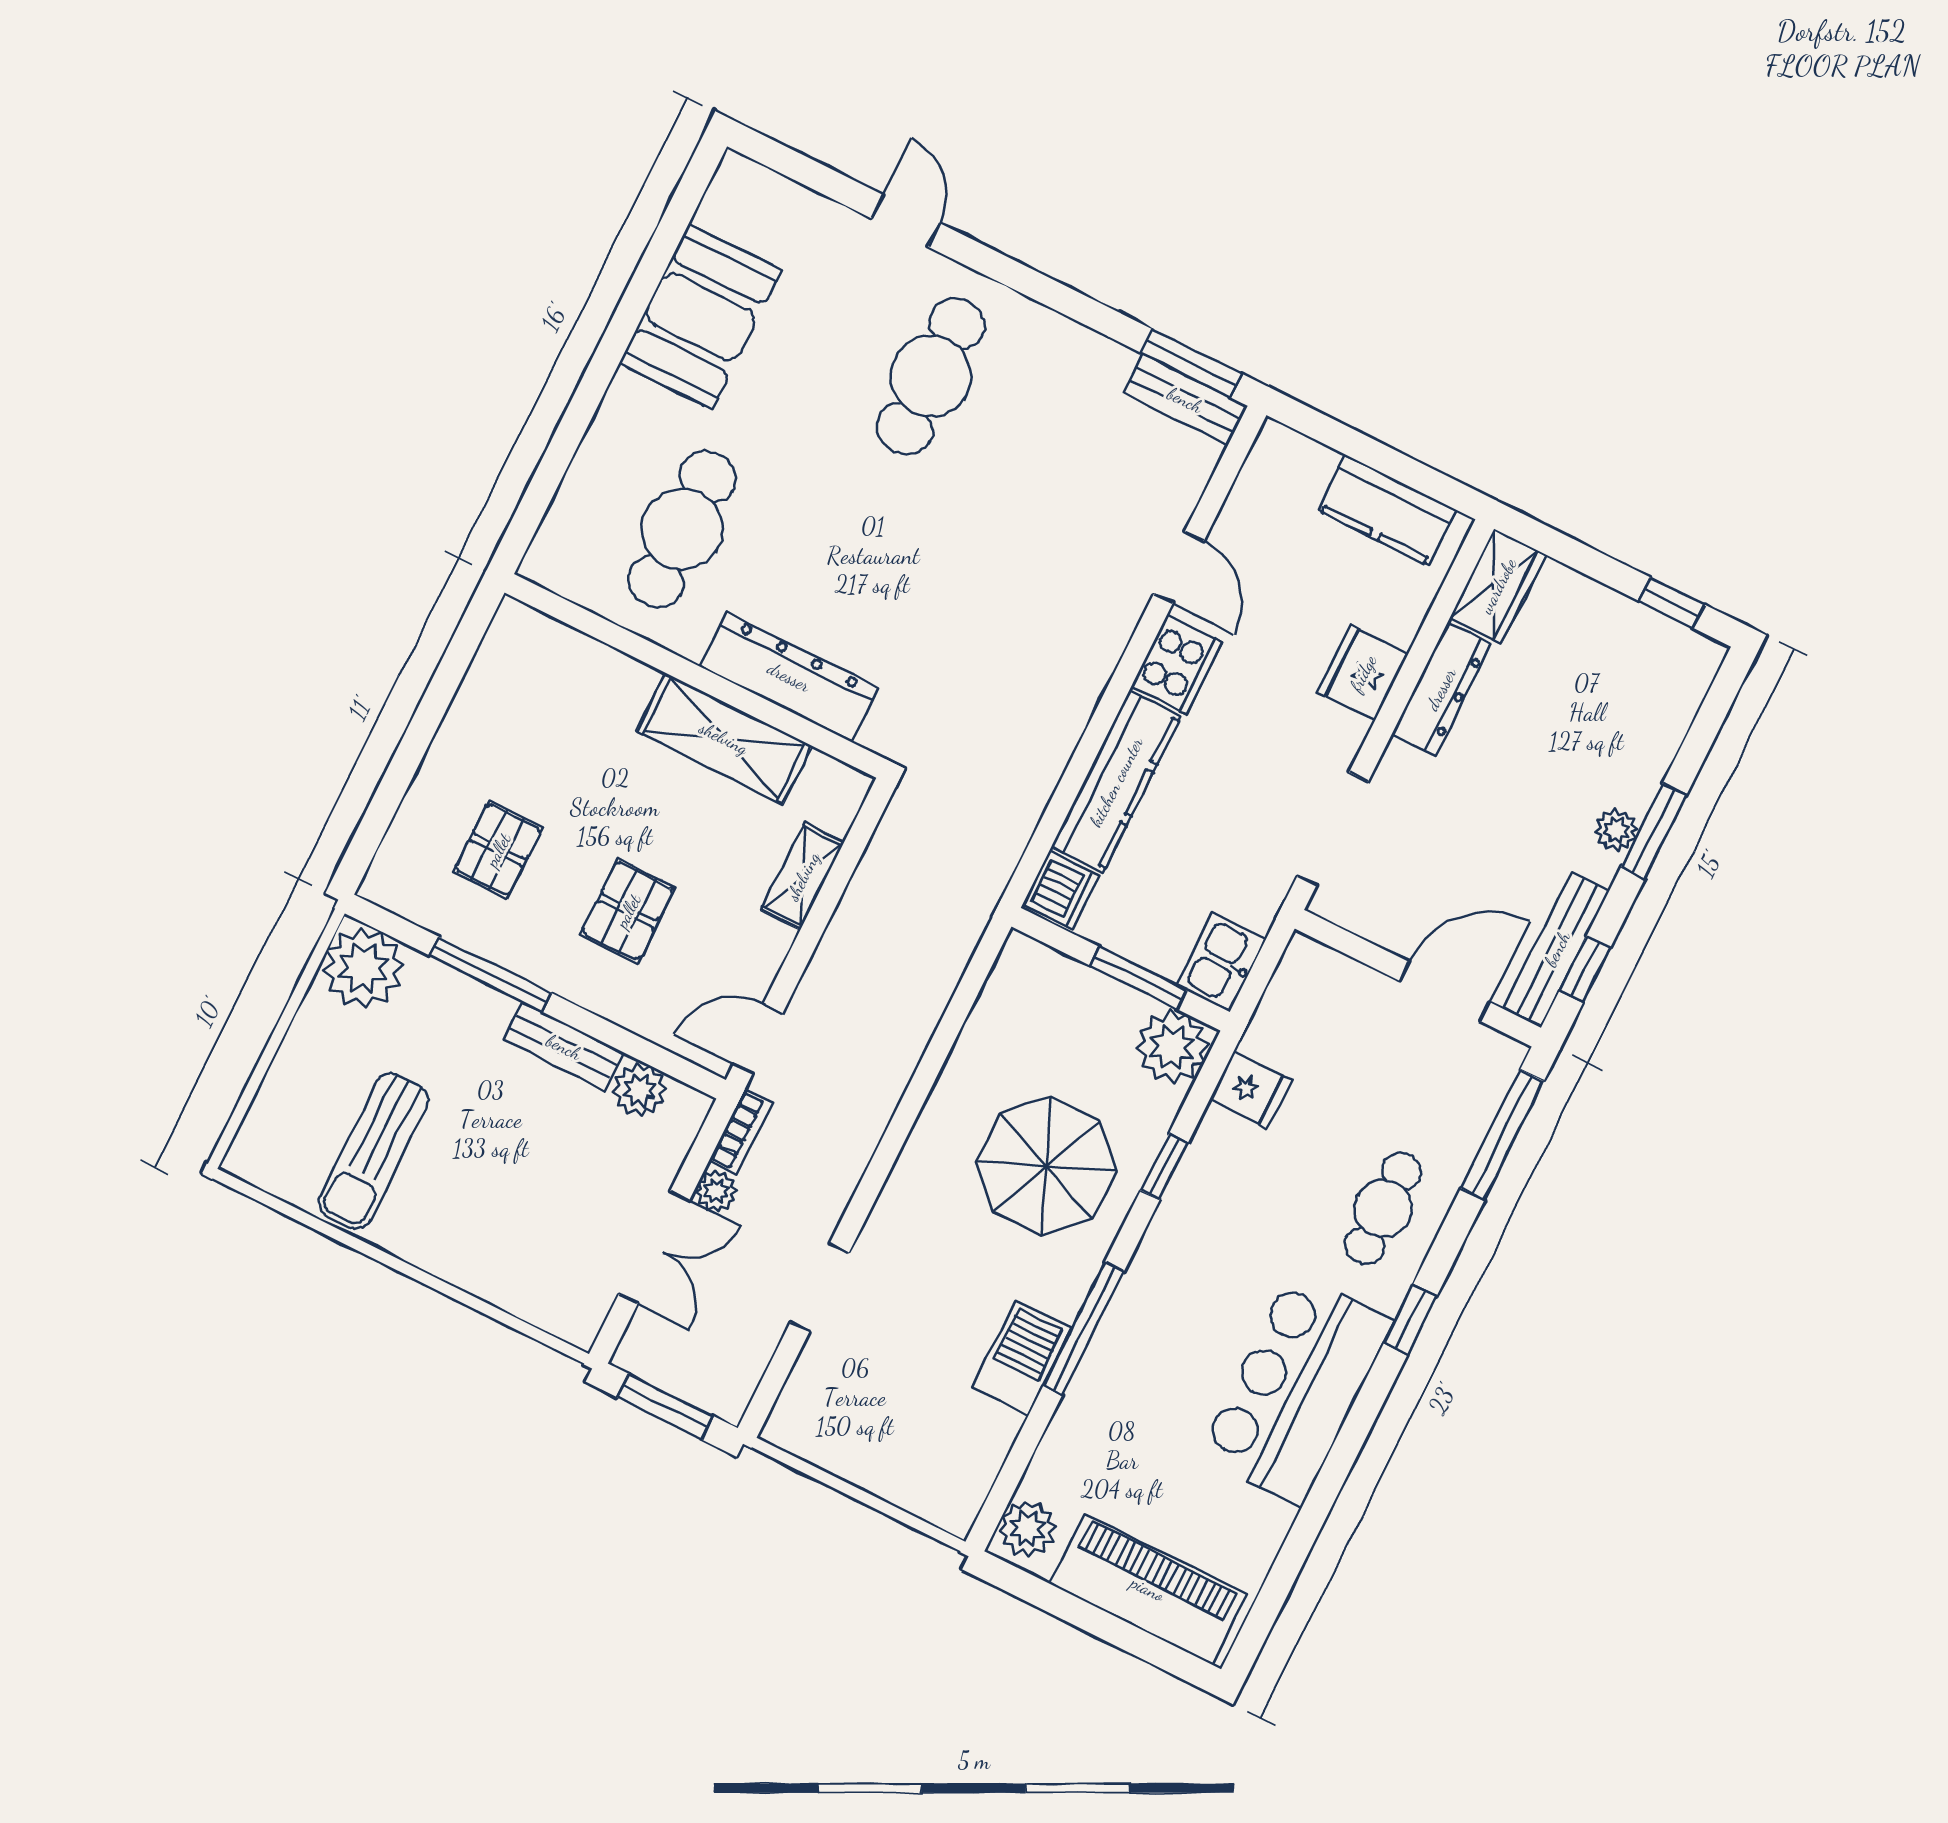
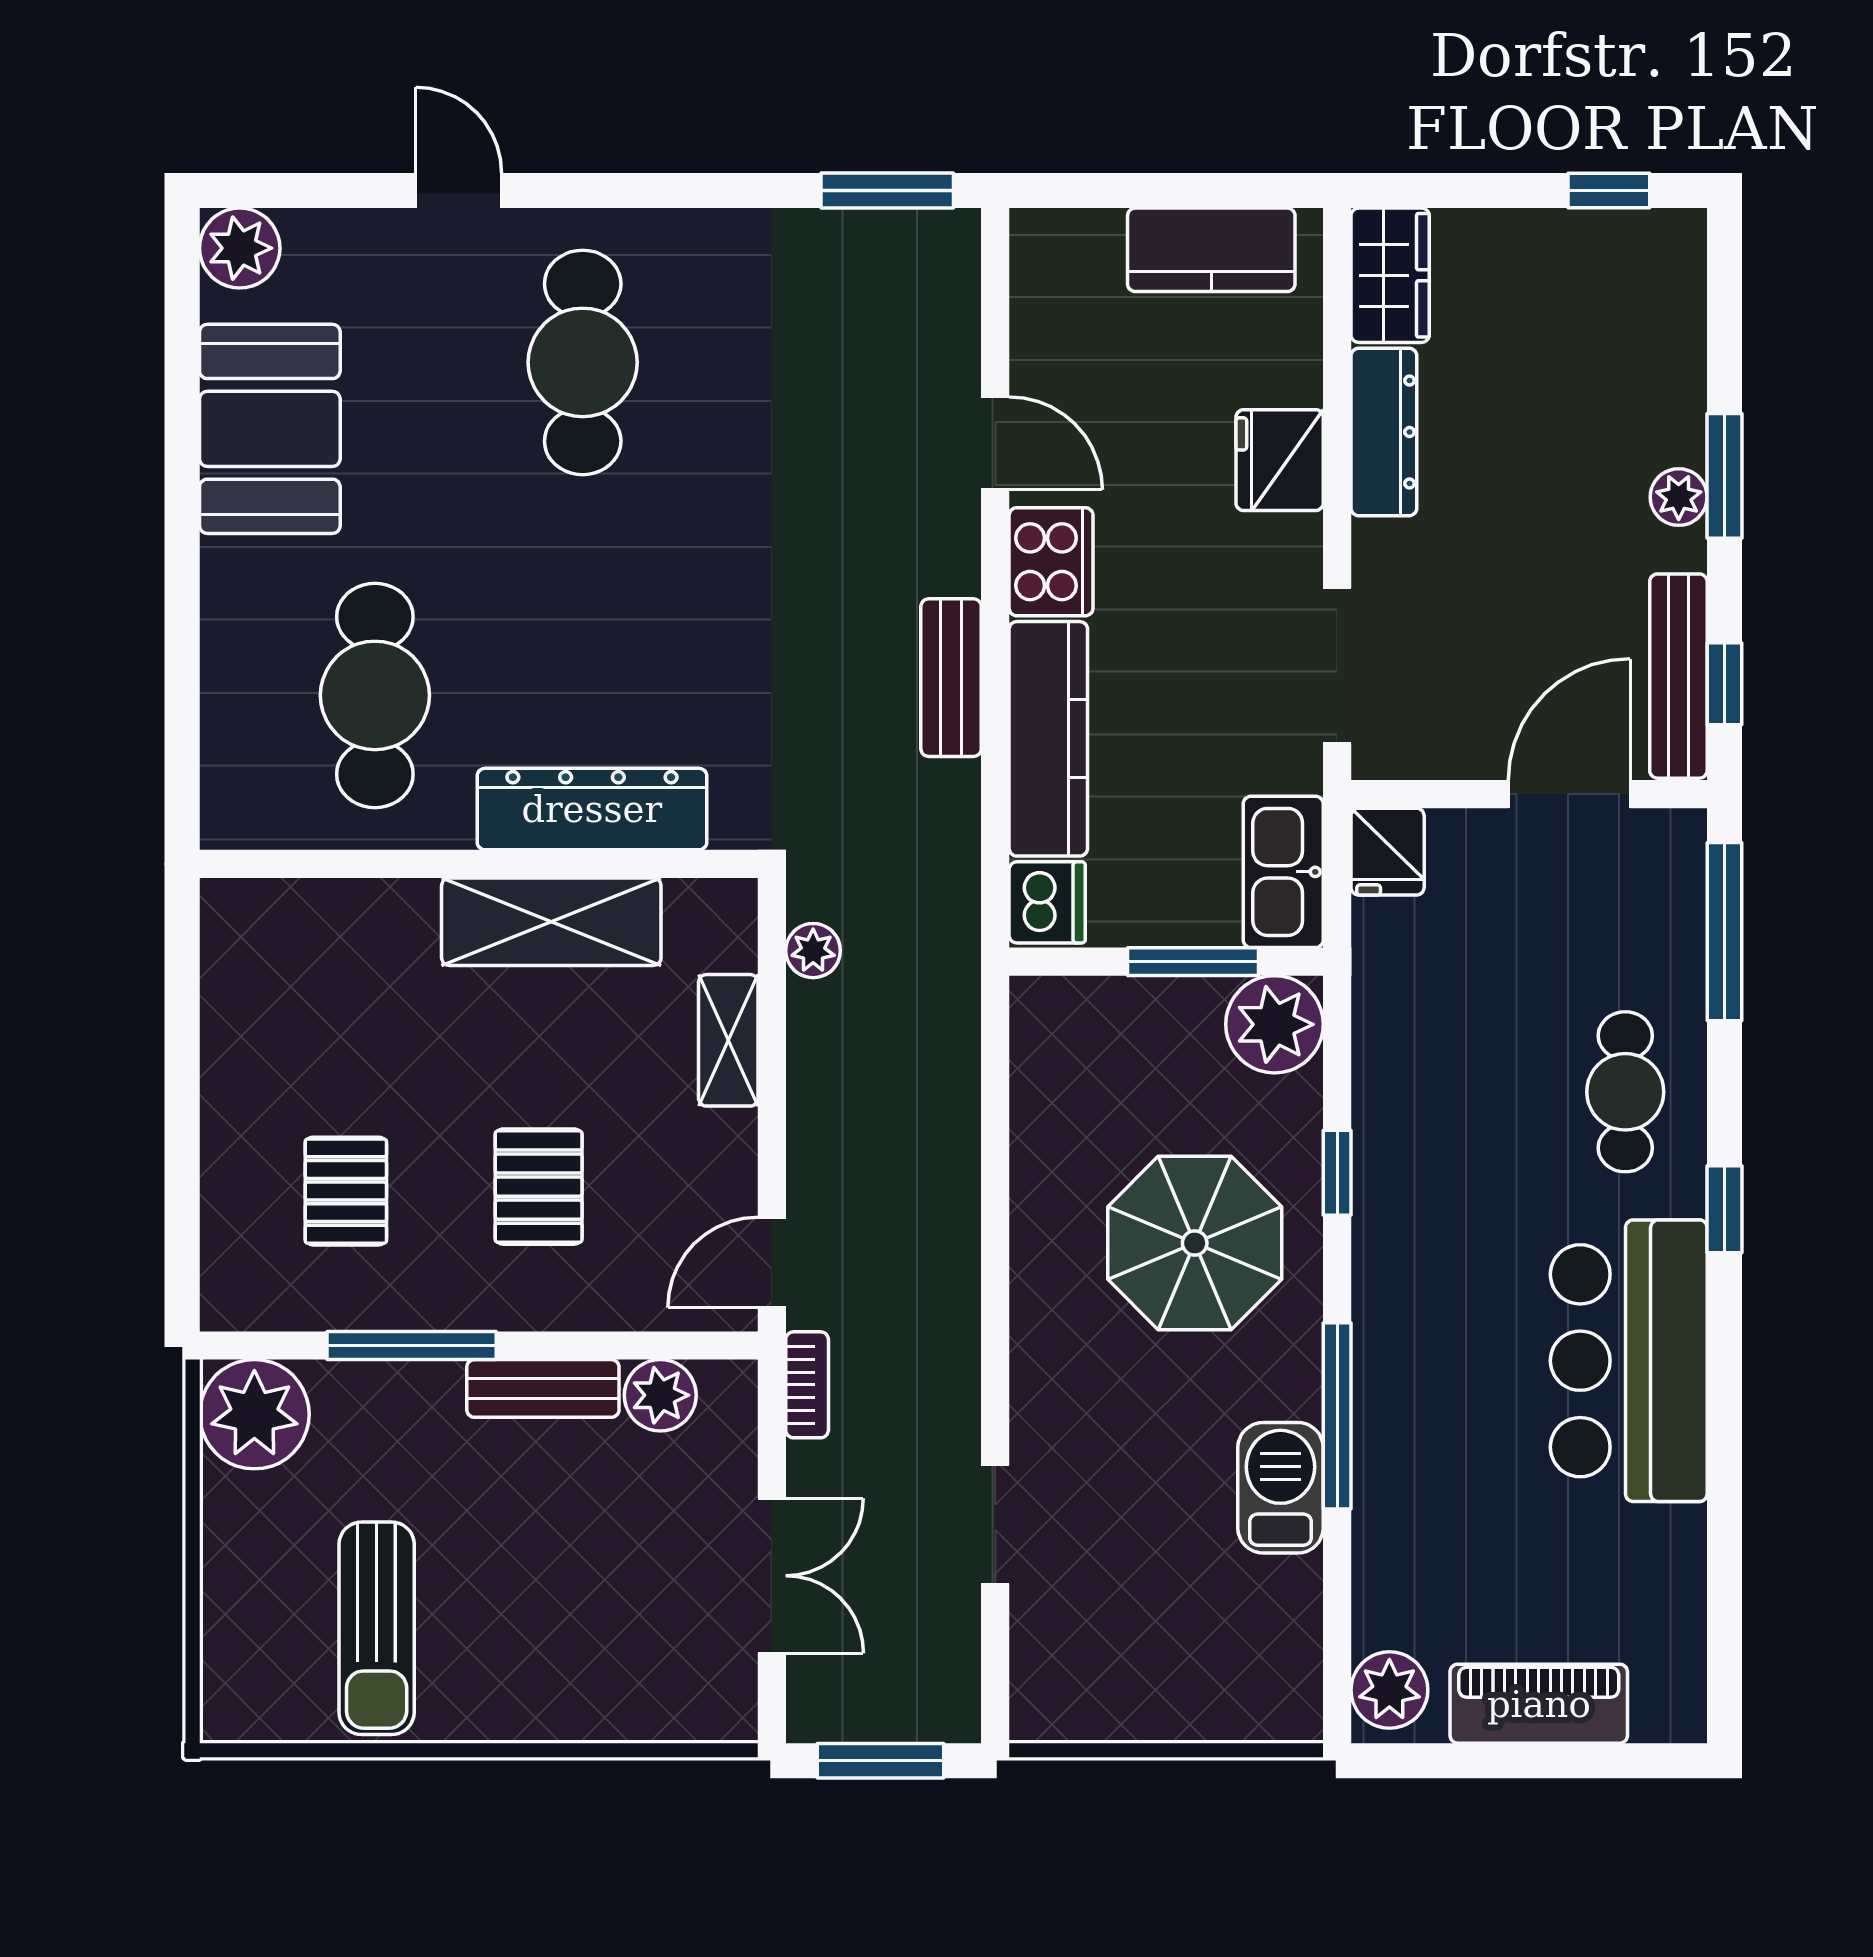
plant: (740, 186) -> (240, 248), added
bench: (1185, 400) -> (951, 678), moved, turned 90
kitchen sink: (1221, 962) -> (1283, 872), width x1.38
fridge: (1250, 1090) -> (1388, 852), moved, turned 90
plant: (716, 1191) -> (813, 951), moved
piano: (1148, 1589) -> (1539, 1704), width x0.73, depth x0.75

